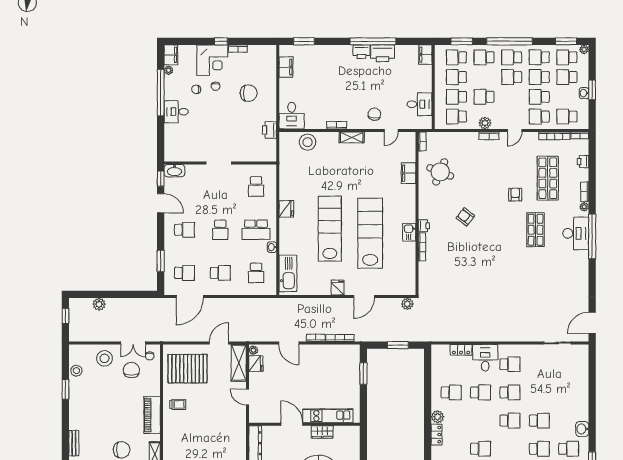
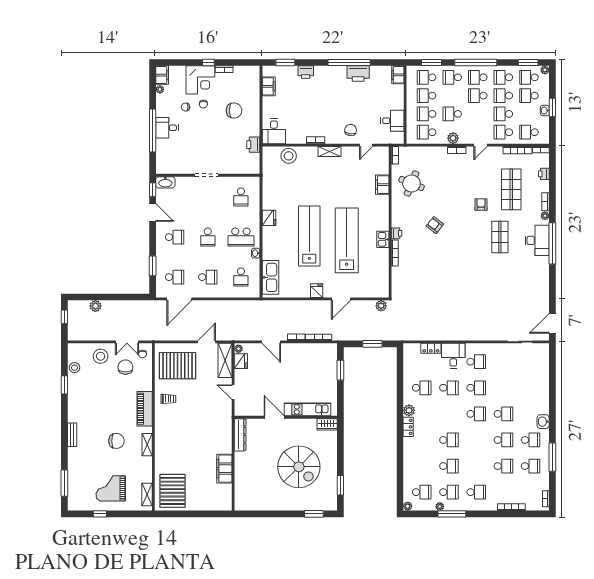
printer: (362, 52) -> (306, 72), moved
window: (161, 93) -> (153, 131), moved
wardrobe: (322, 432) -> (327, 424), moved

